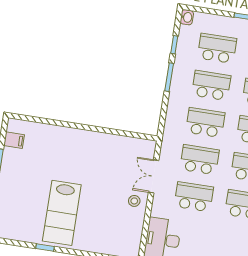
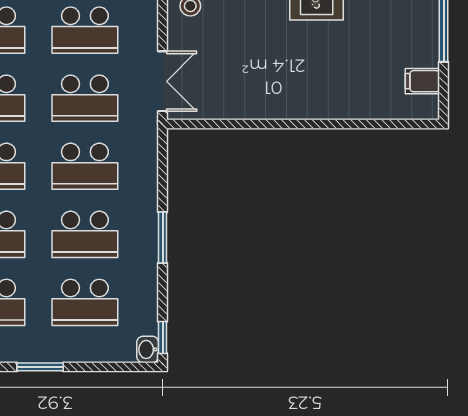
window: (174, 45) -> (163, 337), moved
double door: (154, 176) -> (163, 81), moved

